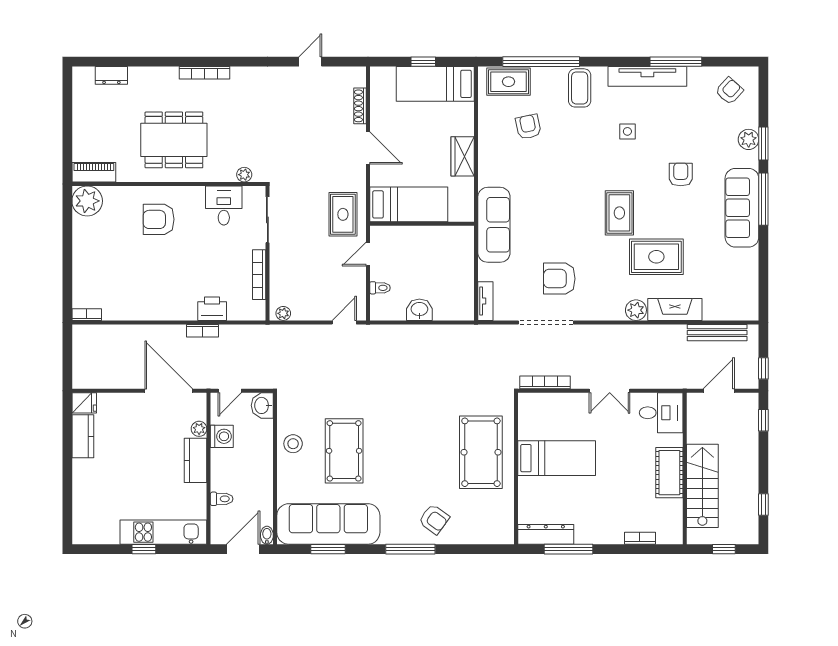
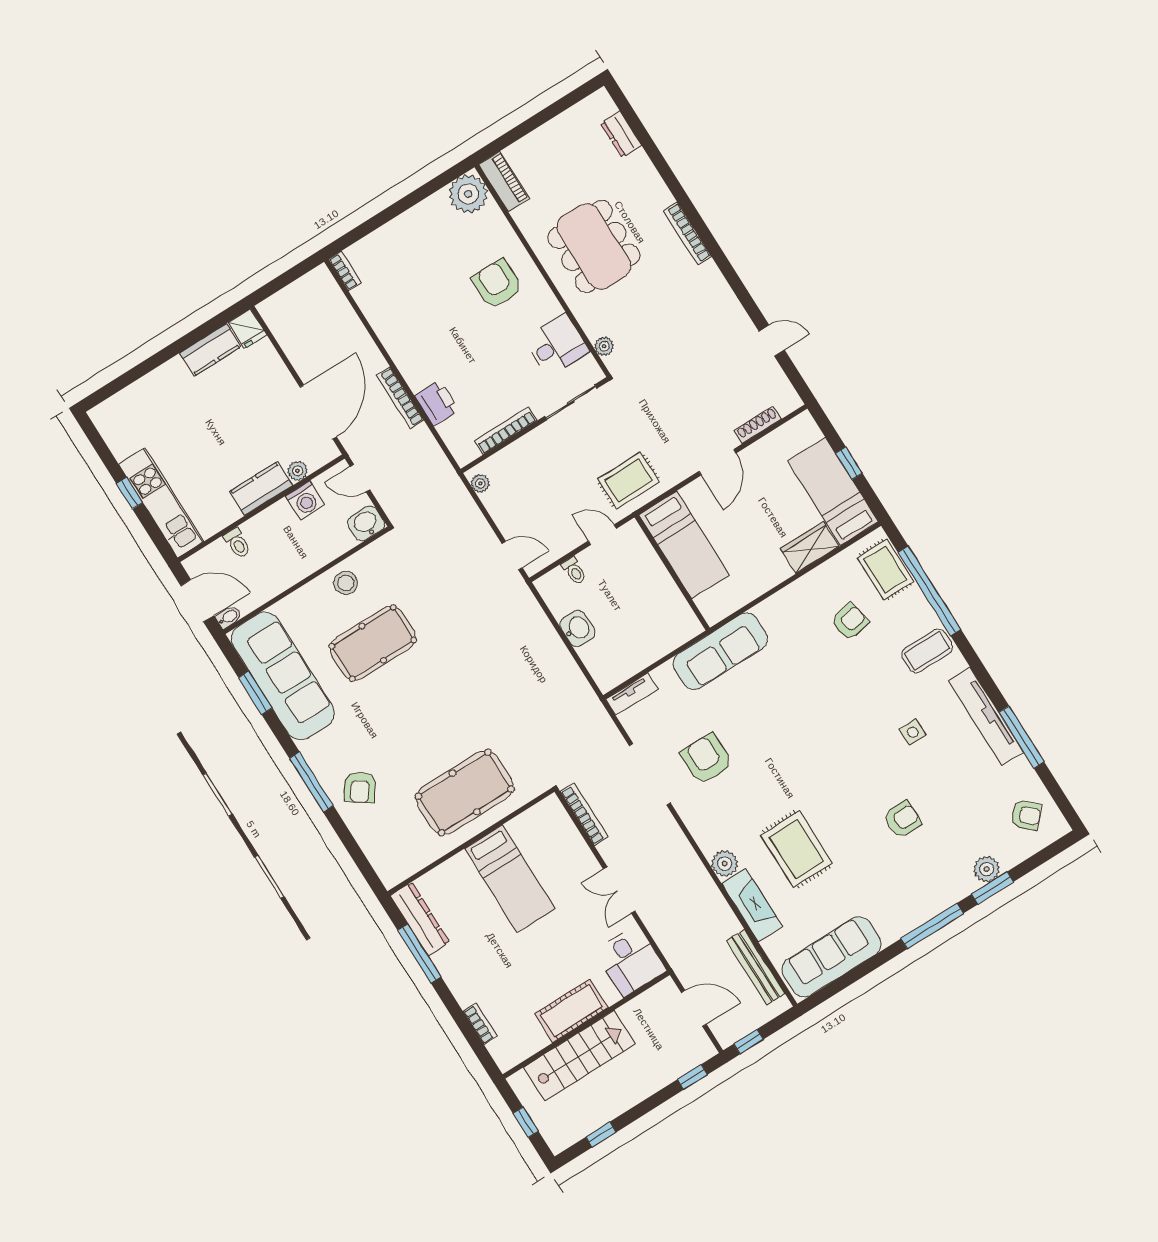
wardrobe: (463, 156) -> (810, 548), moved
sofa: (742, 208) -> (832, 957), moved
rug: (619, 213) -> (819, 779), removed
bookcase: (202, 331) -> (400, 398), width x1.56

